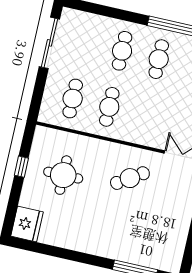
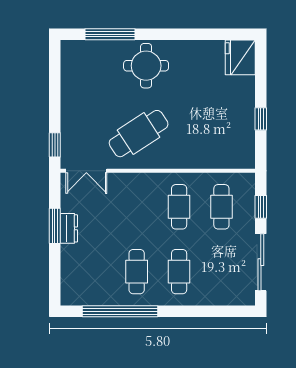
window: (39, 91) -> (261, 207), added
round table: (63, 175) -> (146, 66), moved
cafe table: (130, 178) -> (139, 134), width x1.37, depth x1.35

